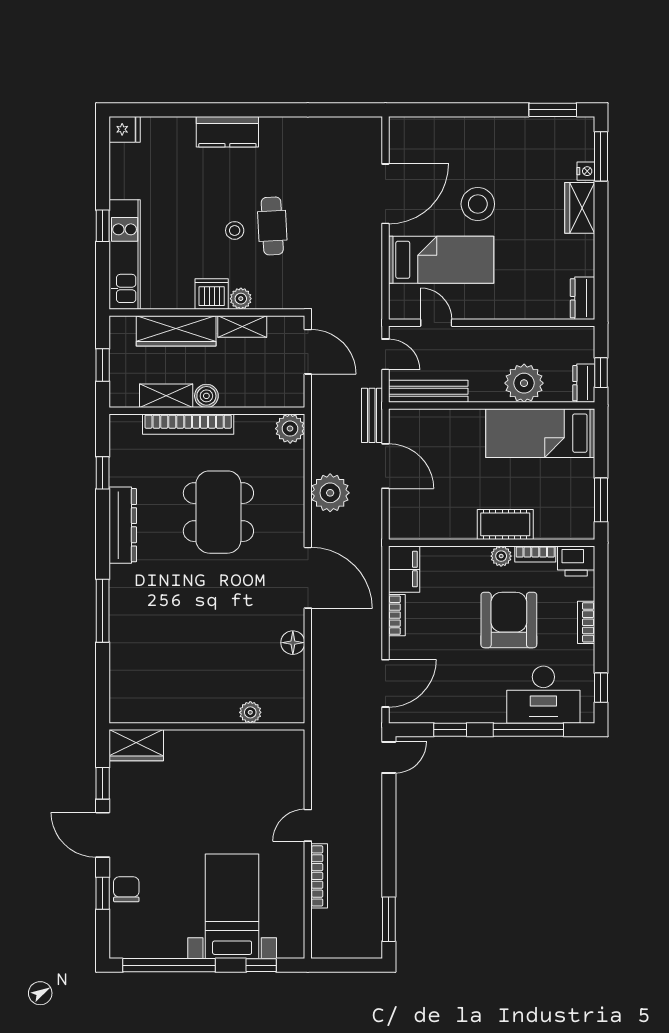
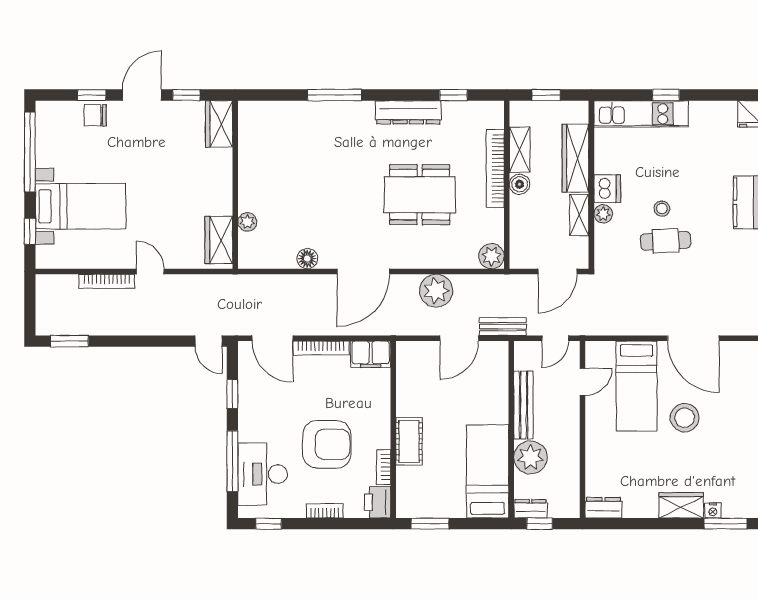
bench: (428, 391) -> (523, 405), moved
plant: (501, 556) -> (382, 438), removed
bookcase: (397, 615) -> (321, 348), width x1.56
wardrobe: (271, 745) -> (219, 240), added
chair: (126, 889) -> (95, 115), turned 180

